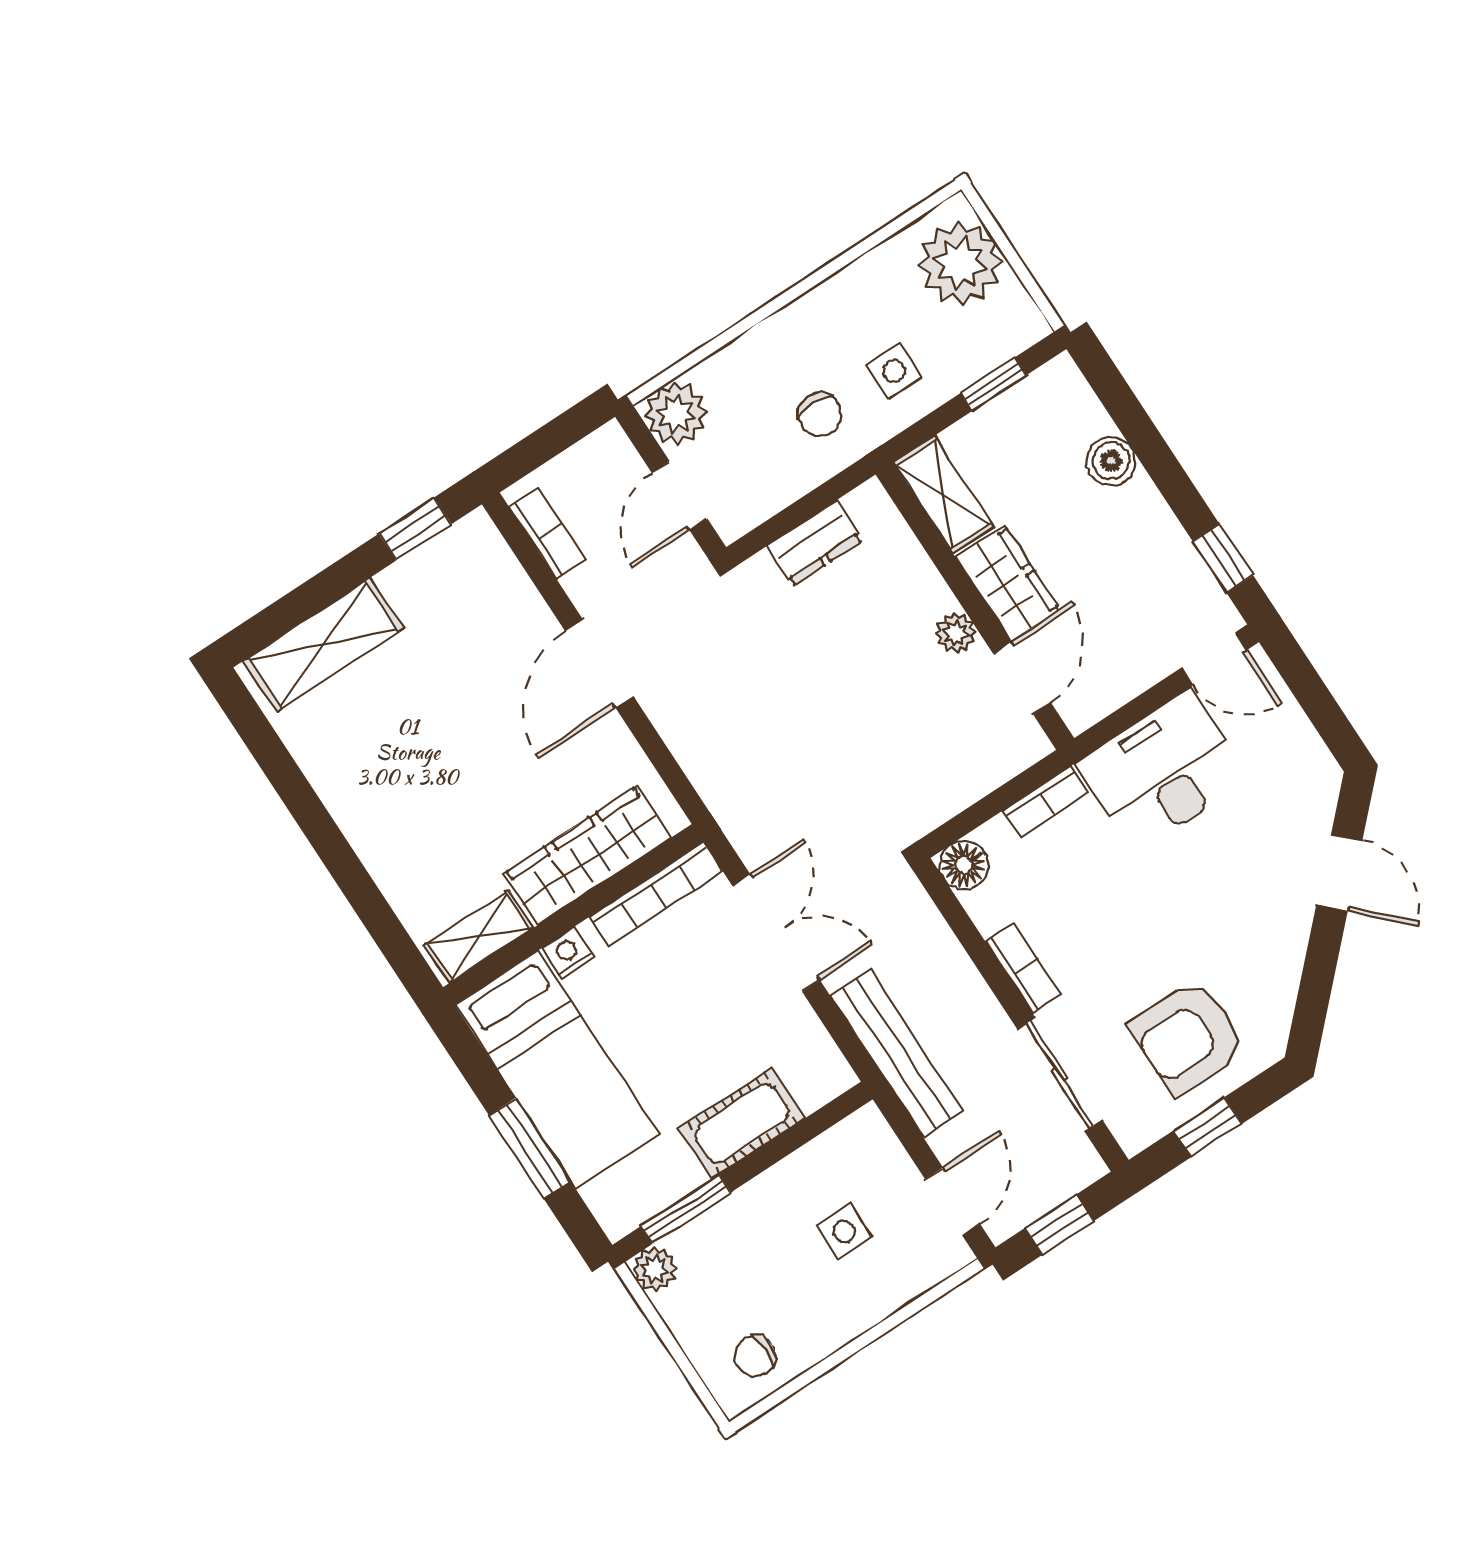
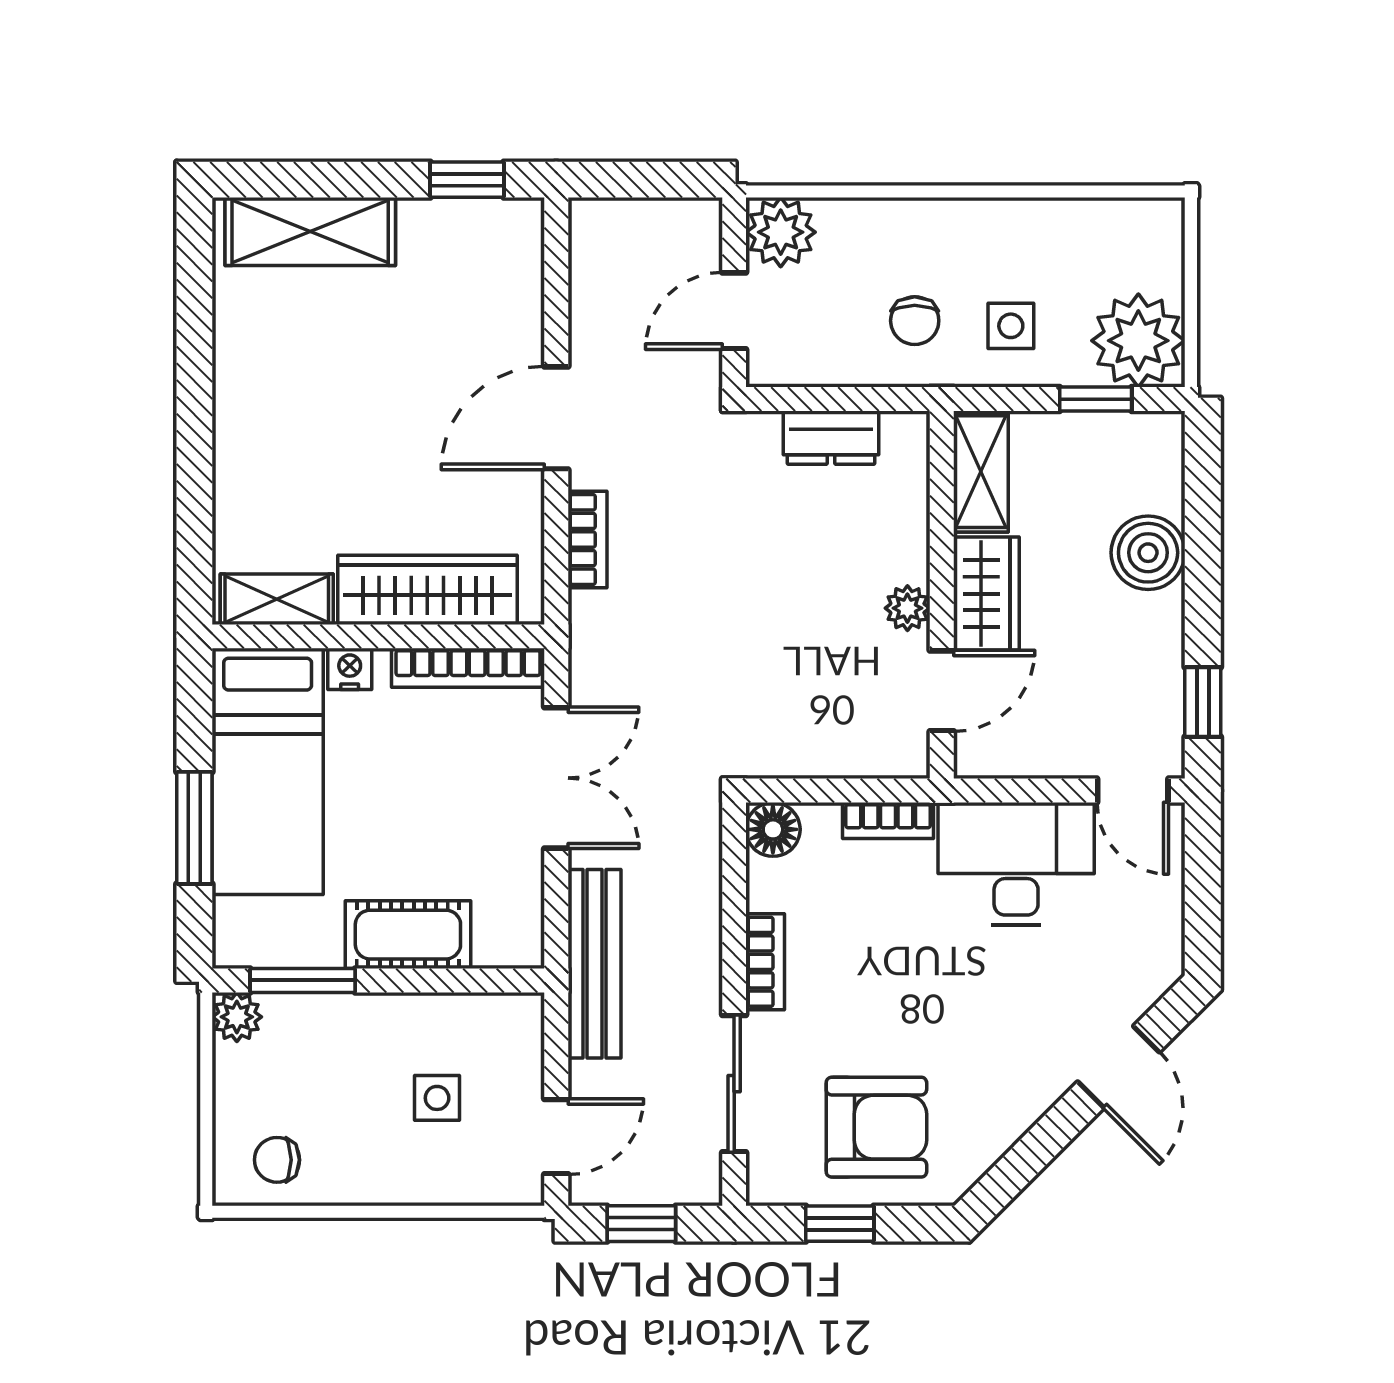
plant: (960, 264) -> (1138, 341), moved
boiler: (1111, 461) -> (1148, 553), width x1.36, depth x1.36
bookcase: (547, 534) -> (587, 540), moved
armchair: (1188, 1037) -> (876, 1127), turned 180

